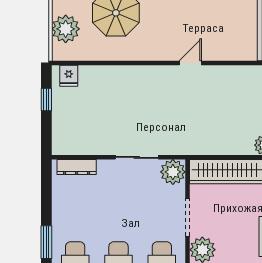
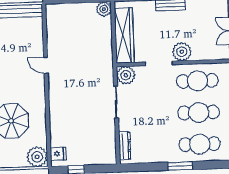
plant: (66, 29) -> (37, 157), moved

